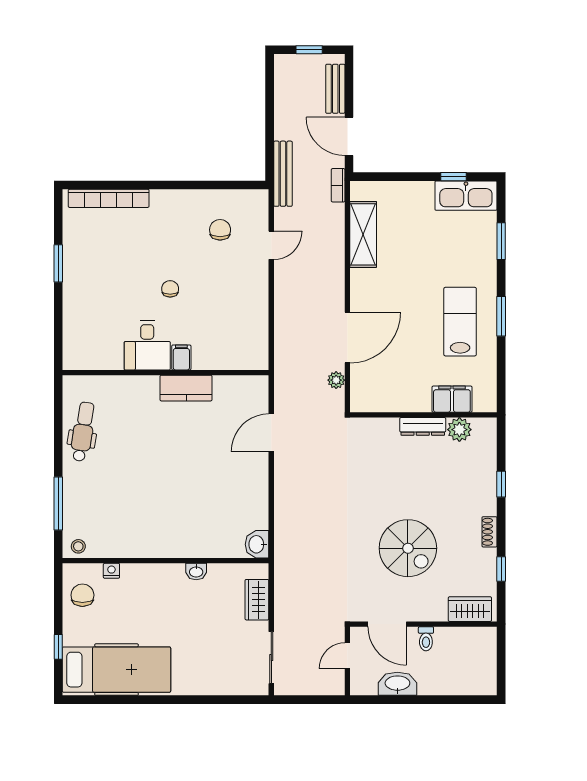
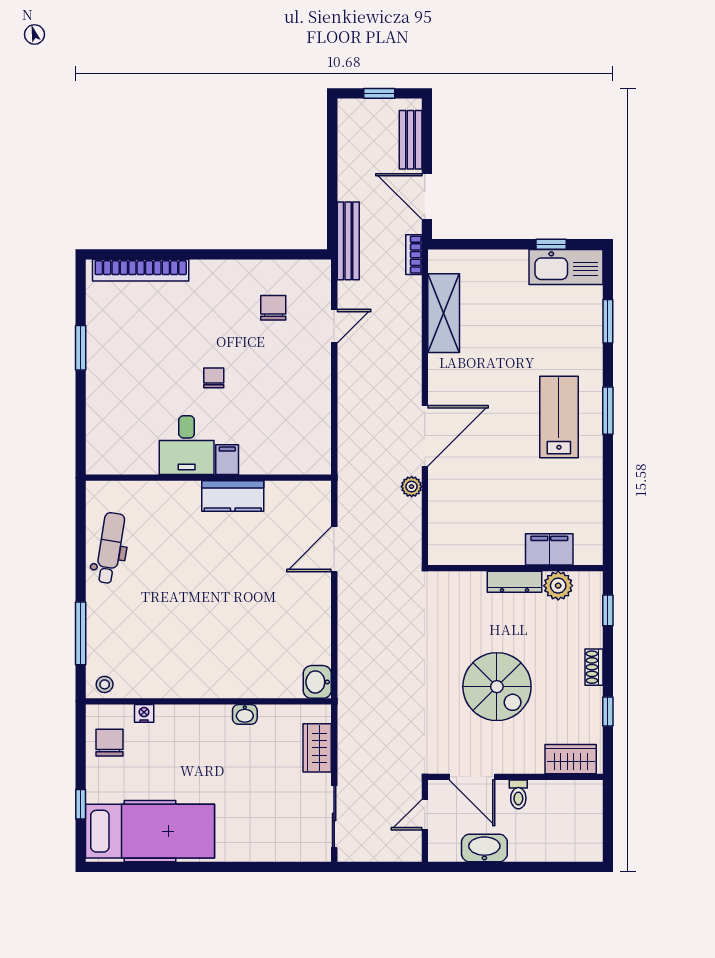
filing cabinet: (452, 399) -> (549, 549), moved
wall: (423, 415) -> (515, 568), moved
dresser: (423, 426) -> (515, 582), moved
plant: (459, 430) -> (558, 586), moved

